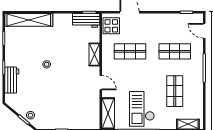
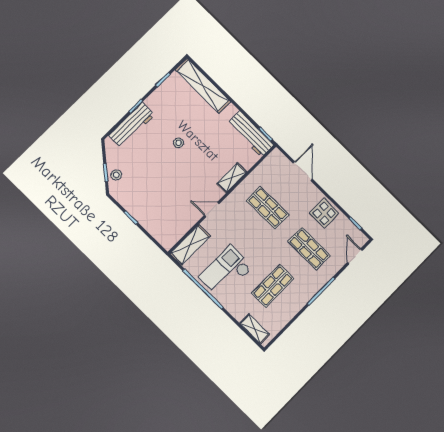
workbench: (86, 20) -> (251, 134), width x1.38
display table: (111, 26) -> (324, 213), moved
workbench: (12, 80) -> (132, 125), width x1.38
door: (101, 83) -> (212, 209), swing flipped

